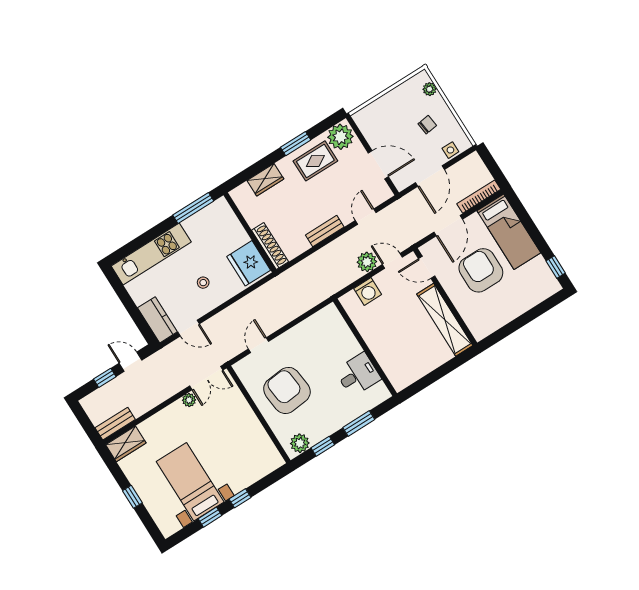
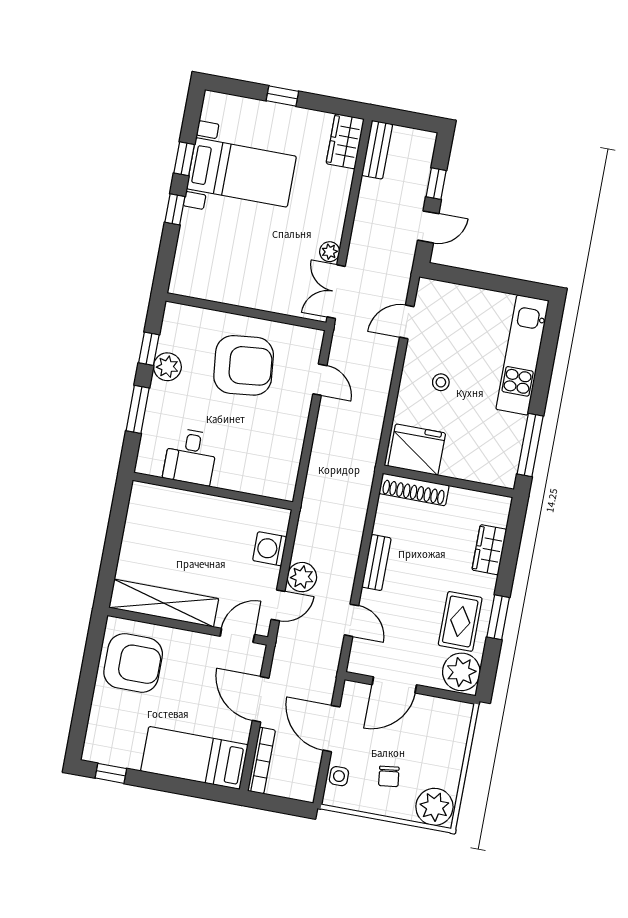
plant: (430, 89) -> (434, 807), width x1.87, depth x1.87
armchair: (481, 270) -> (133, 663), moved
kitchen counter: (157, 320) -> (446, 297), removed
plant: (300, 443) -> (167, 367), moved

